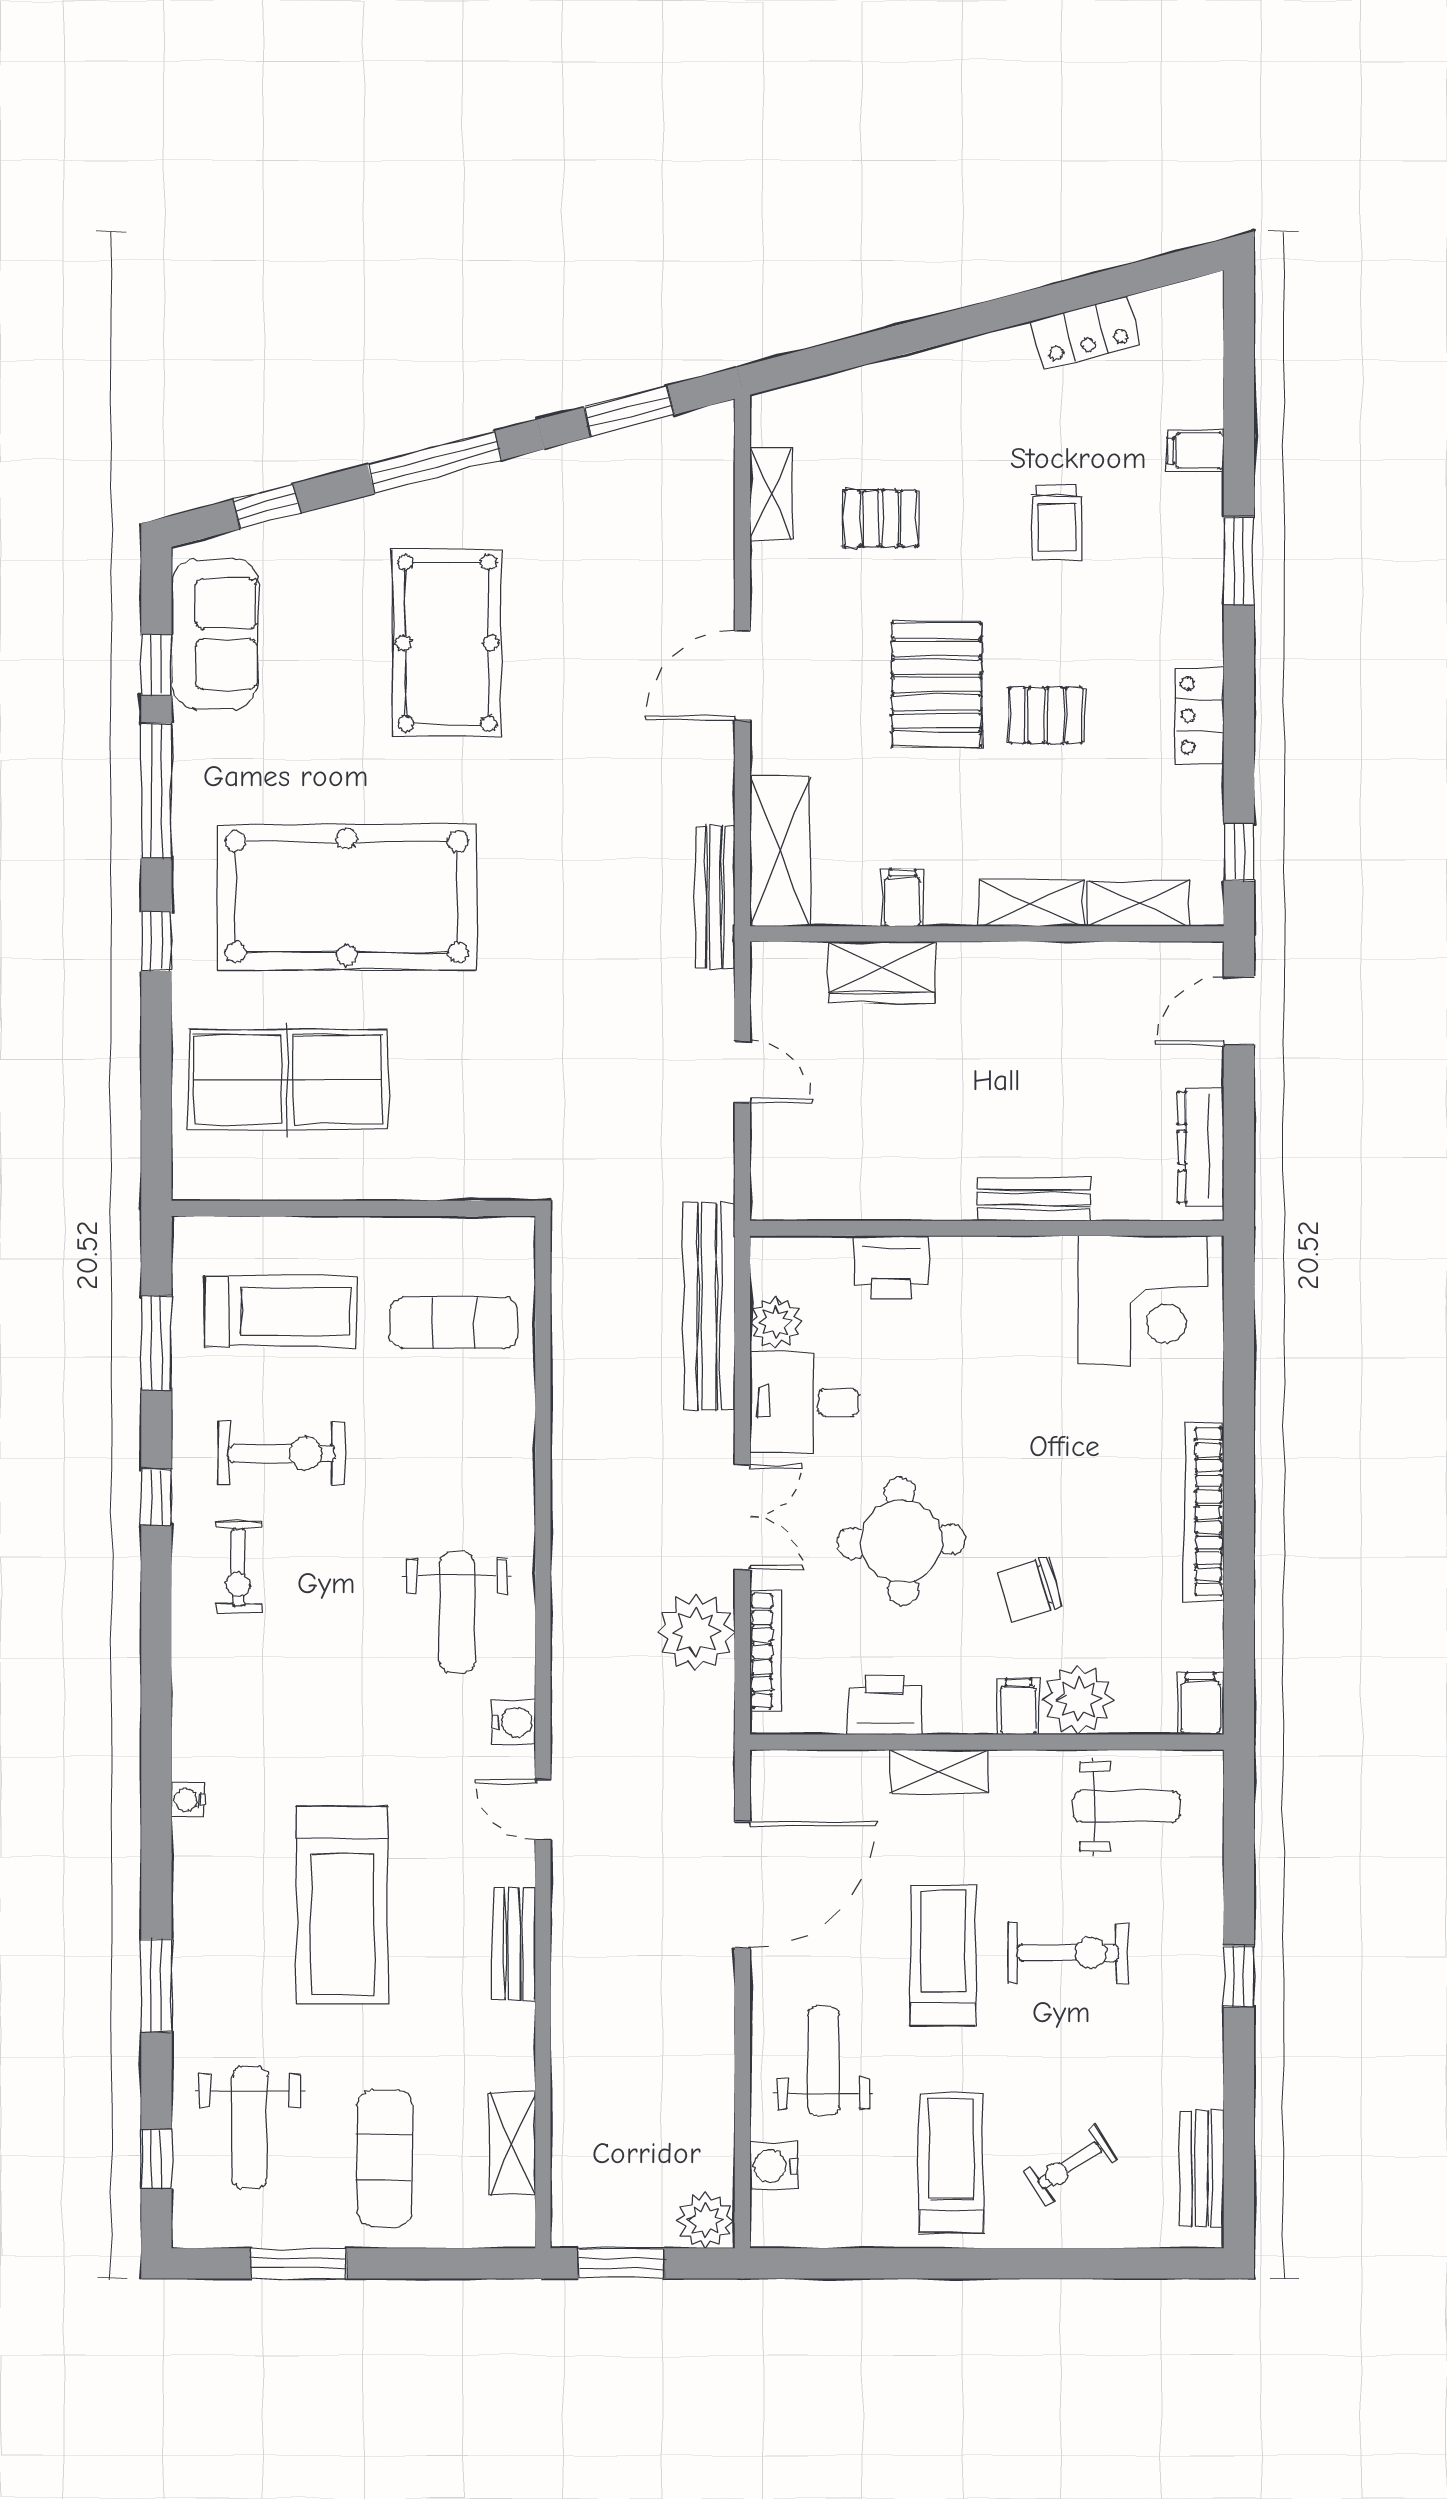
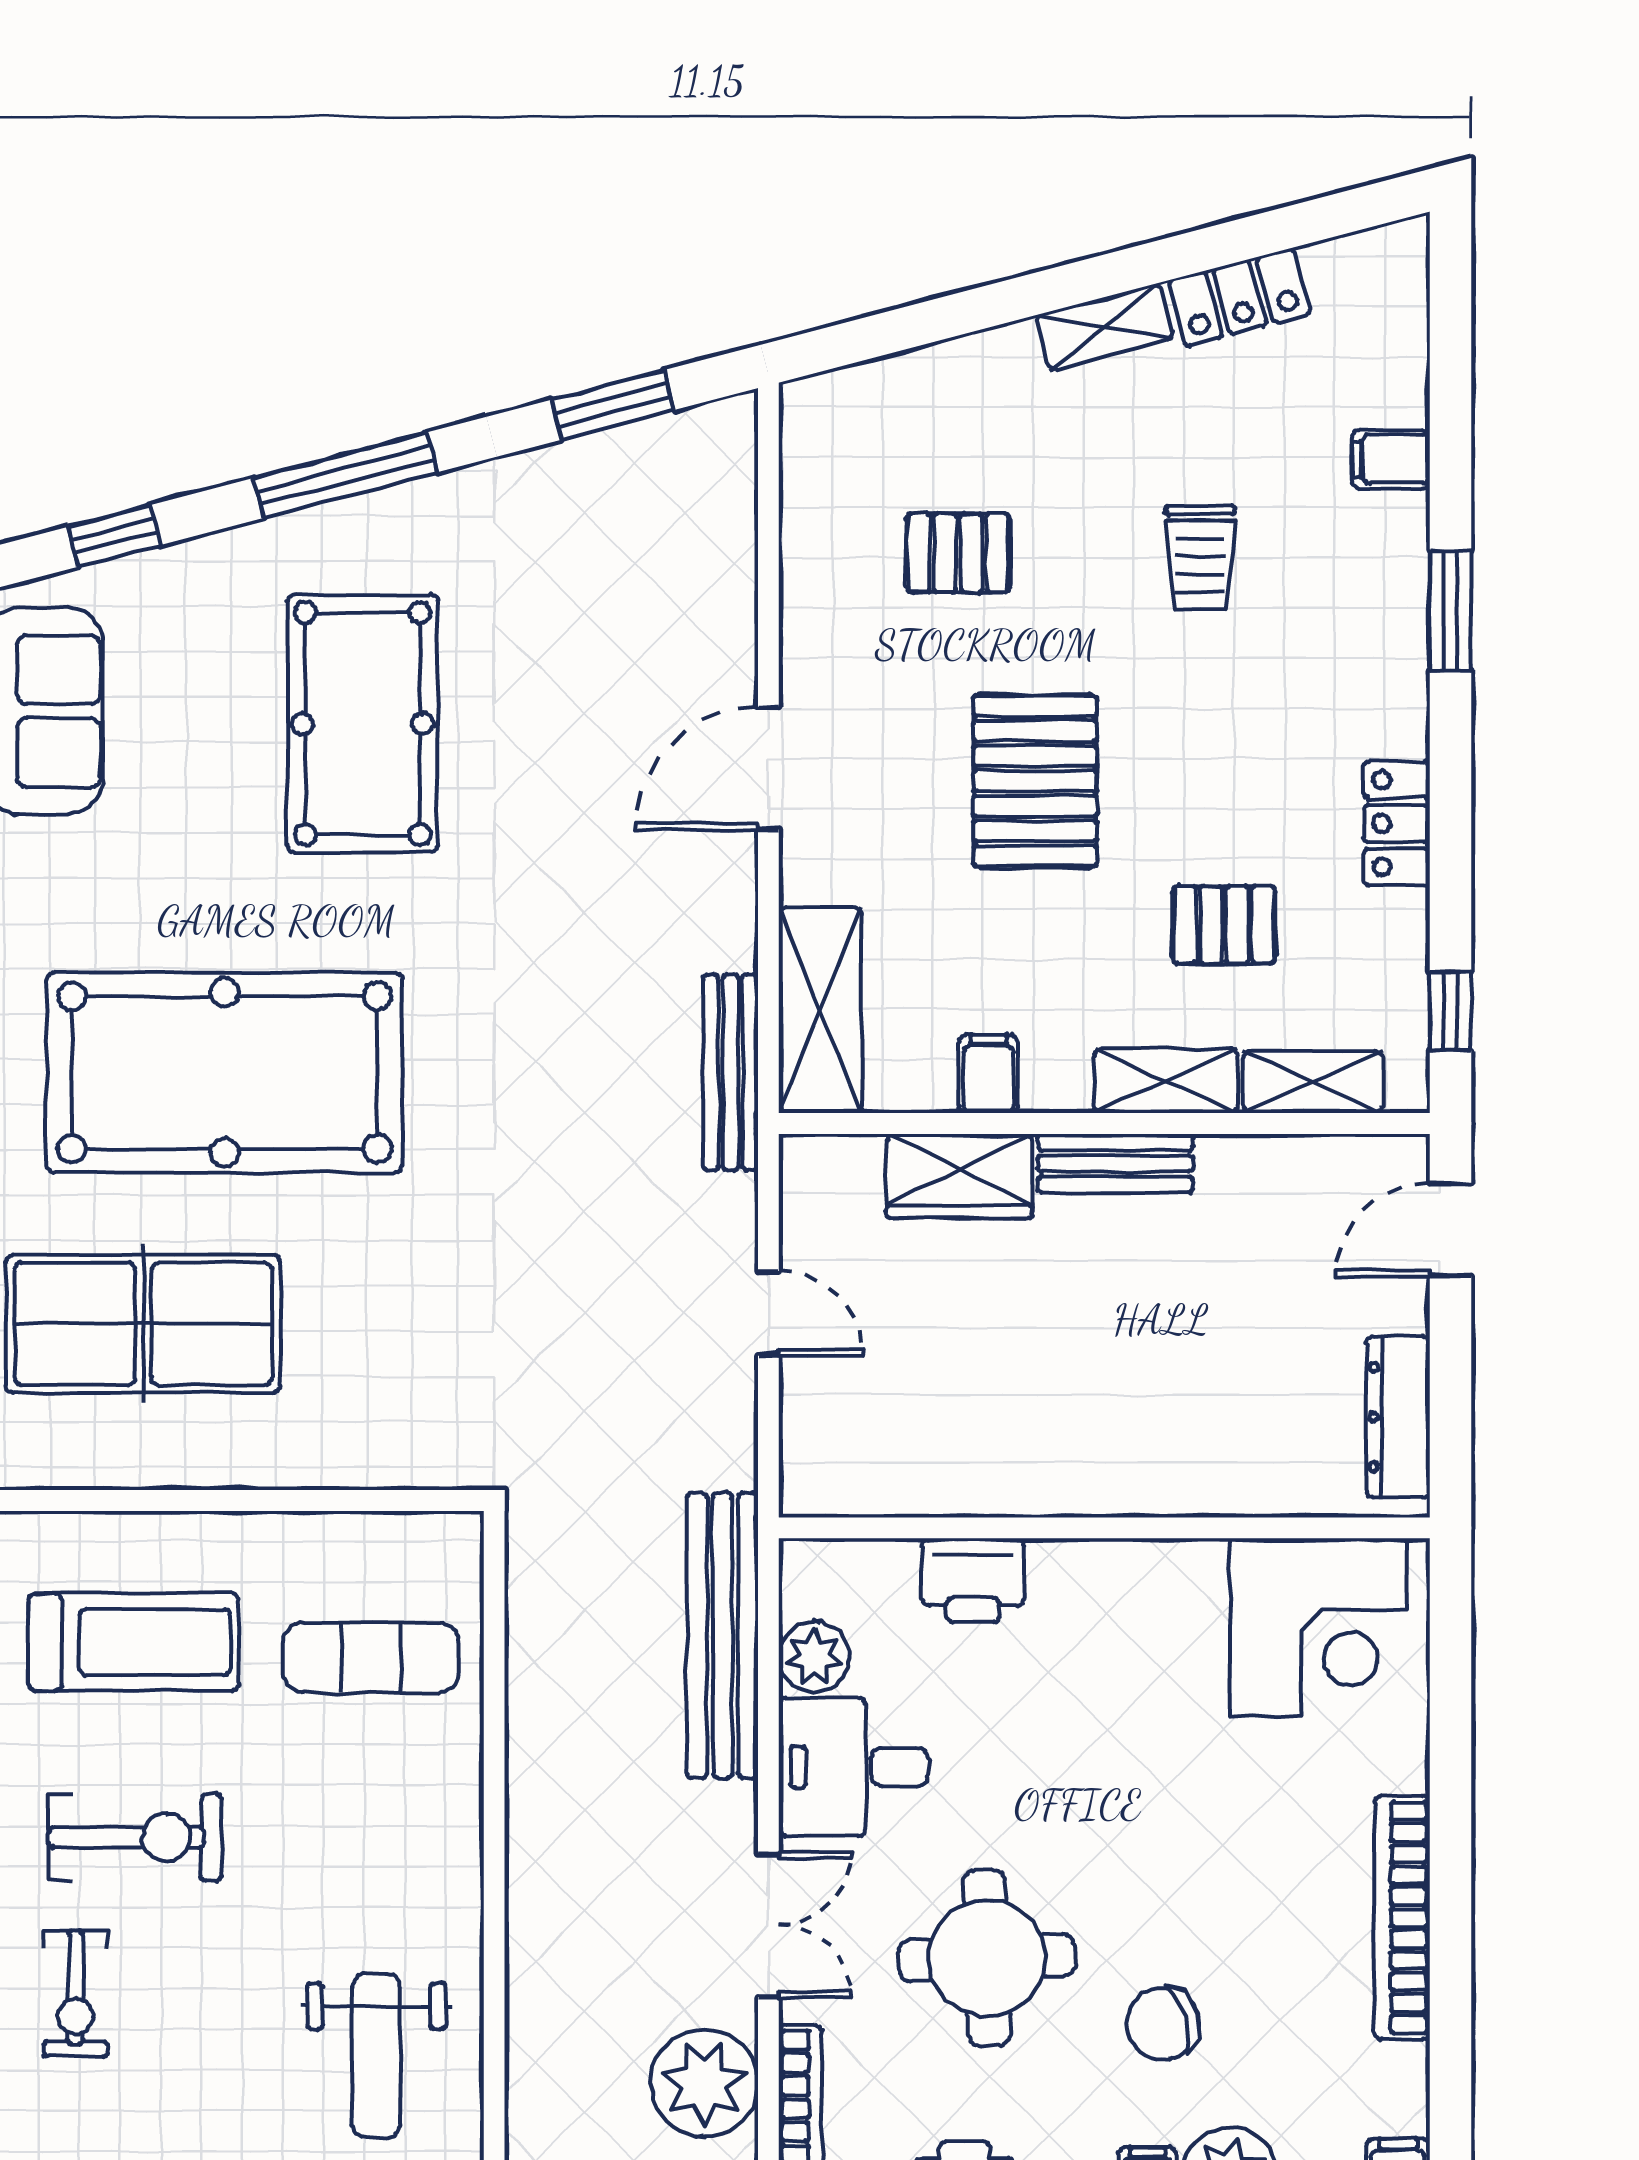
shelving: (771, 494) -> (1105, 327), moved, turned 75
pallet: (1046, 715) -> (1224, 925), moved
bench: (1034, 1199) -> (1115, 1163), moved

